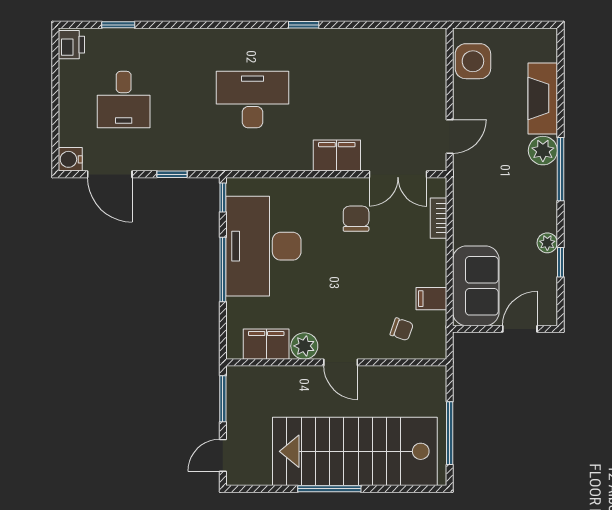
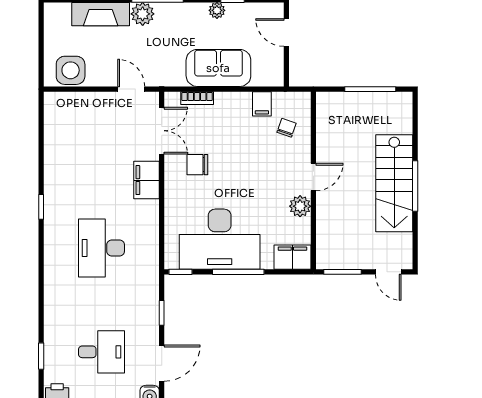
sofa: (476, 286) -> (218, 68), moved
filing cabinet: (266, 344) -> (292, 257), moved, turned 90
stairs: (355, 451) -> (394, 183), width x0.73, depth x0.66

